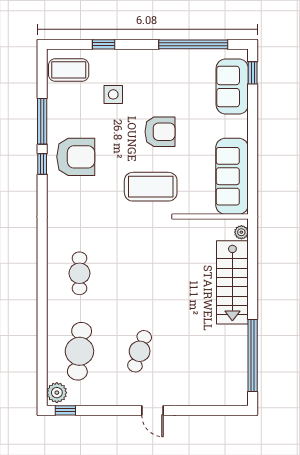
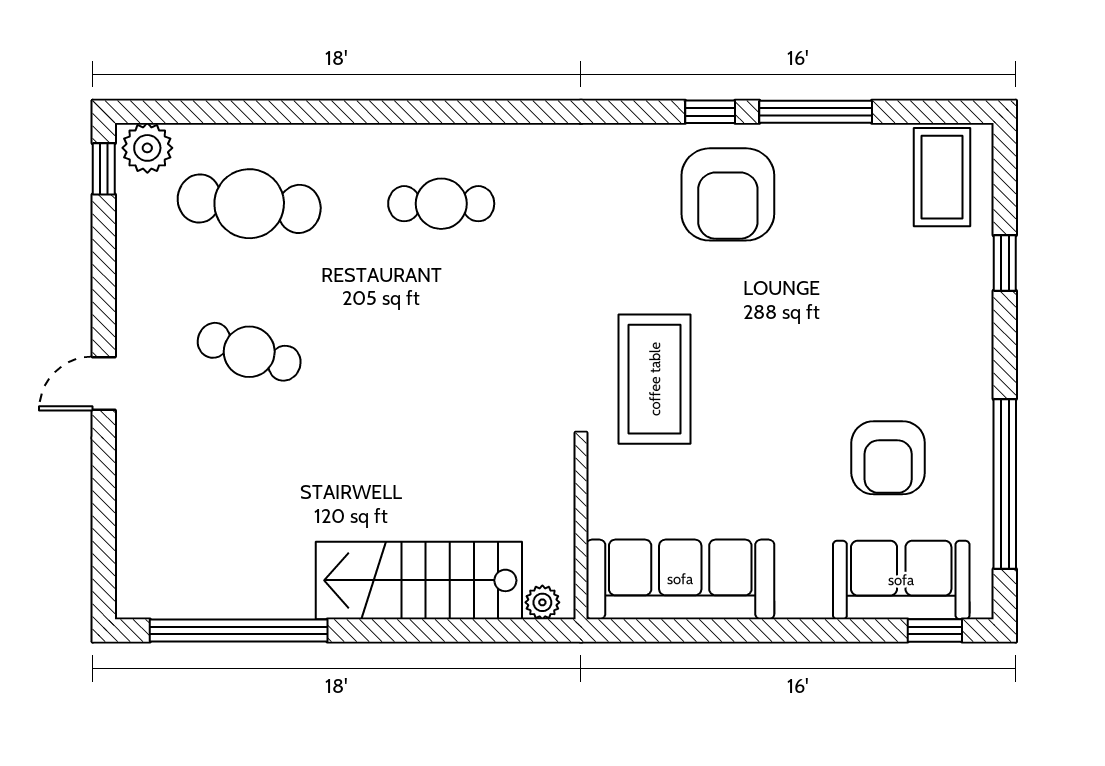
side table: (113, 94) -> (882, 287), removed
armchair: (160, 132) -> (888, 458), moved

